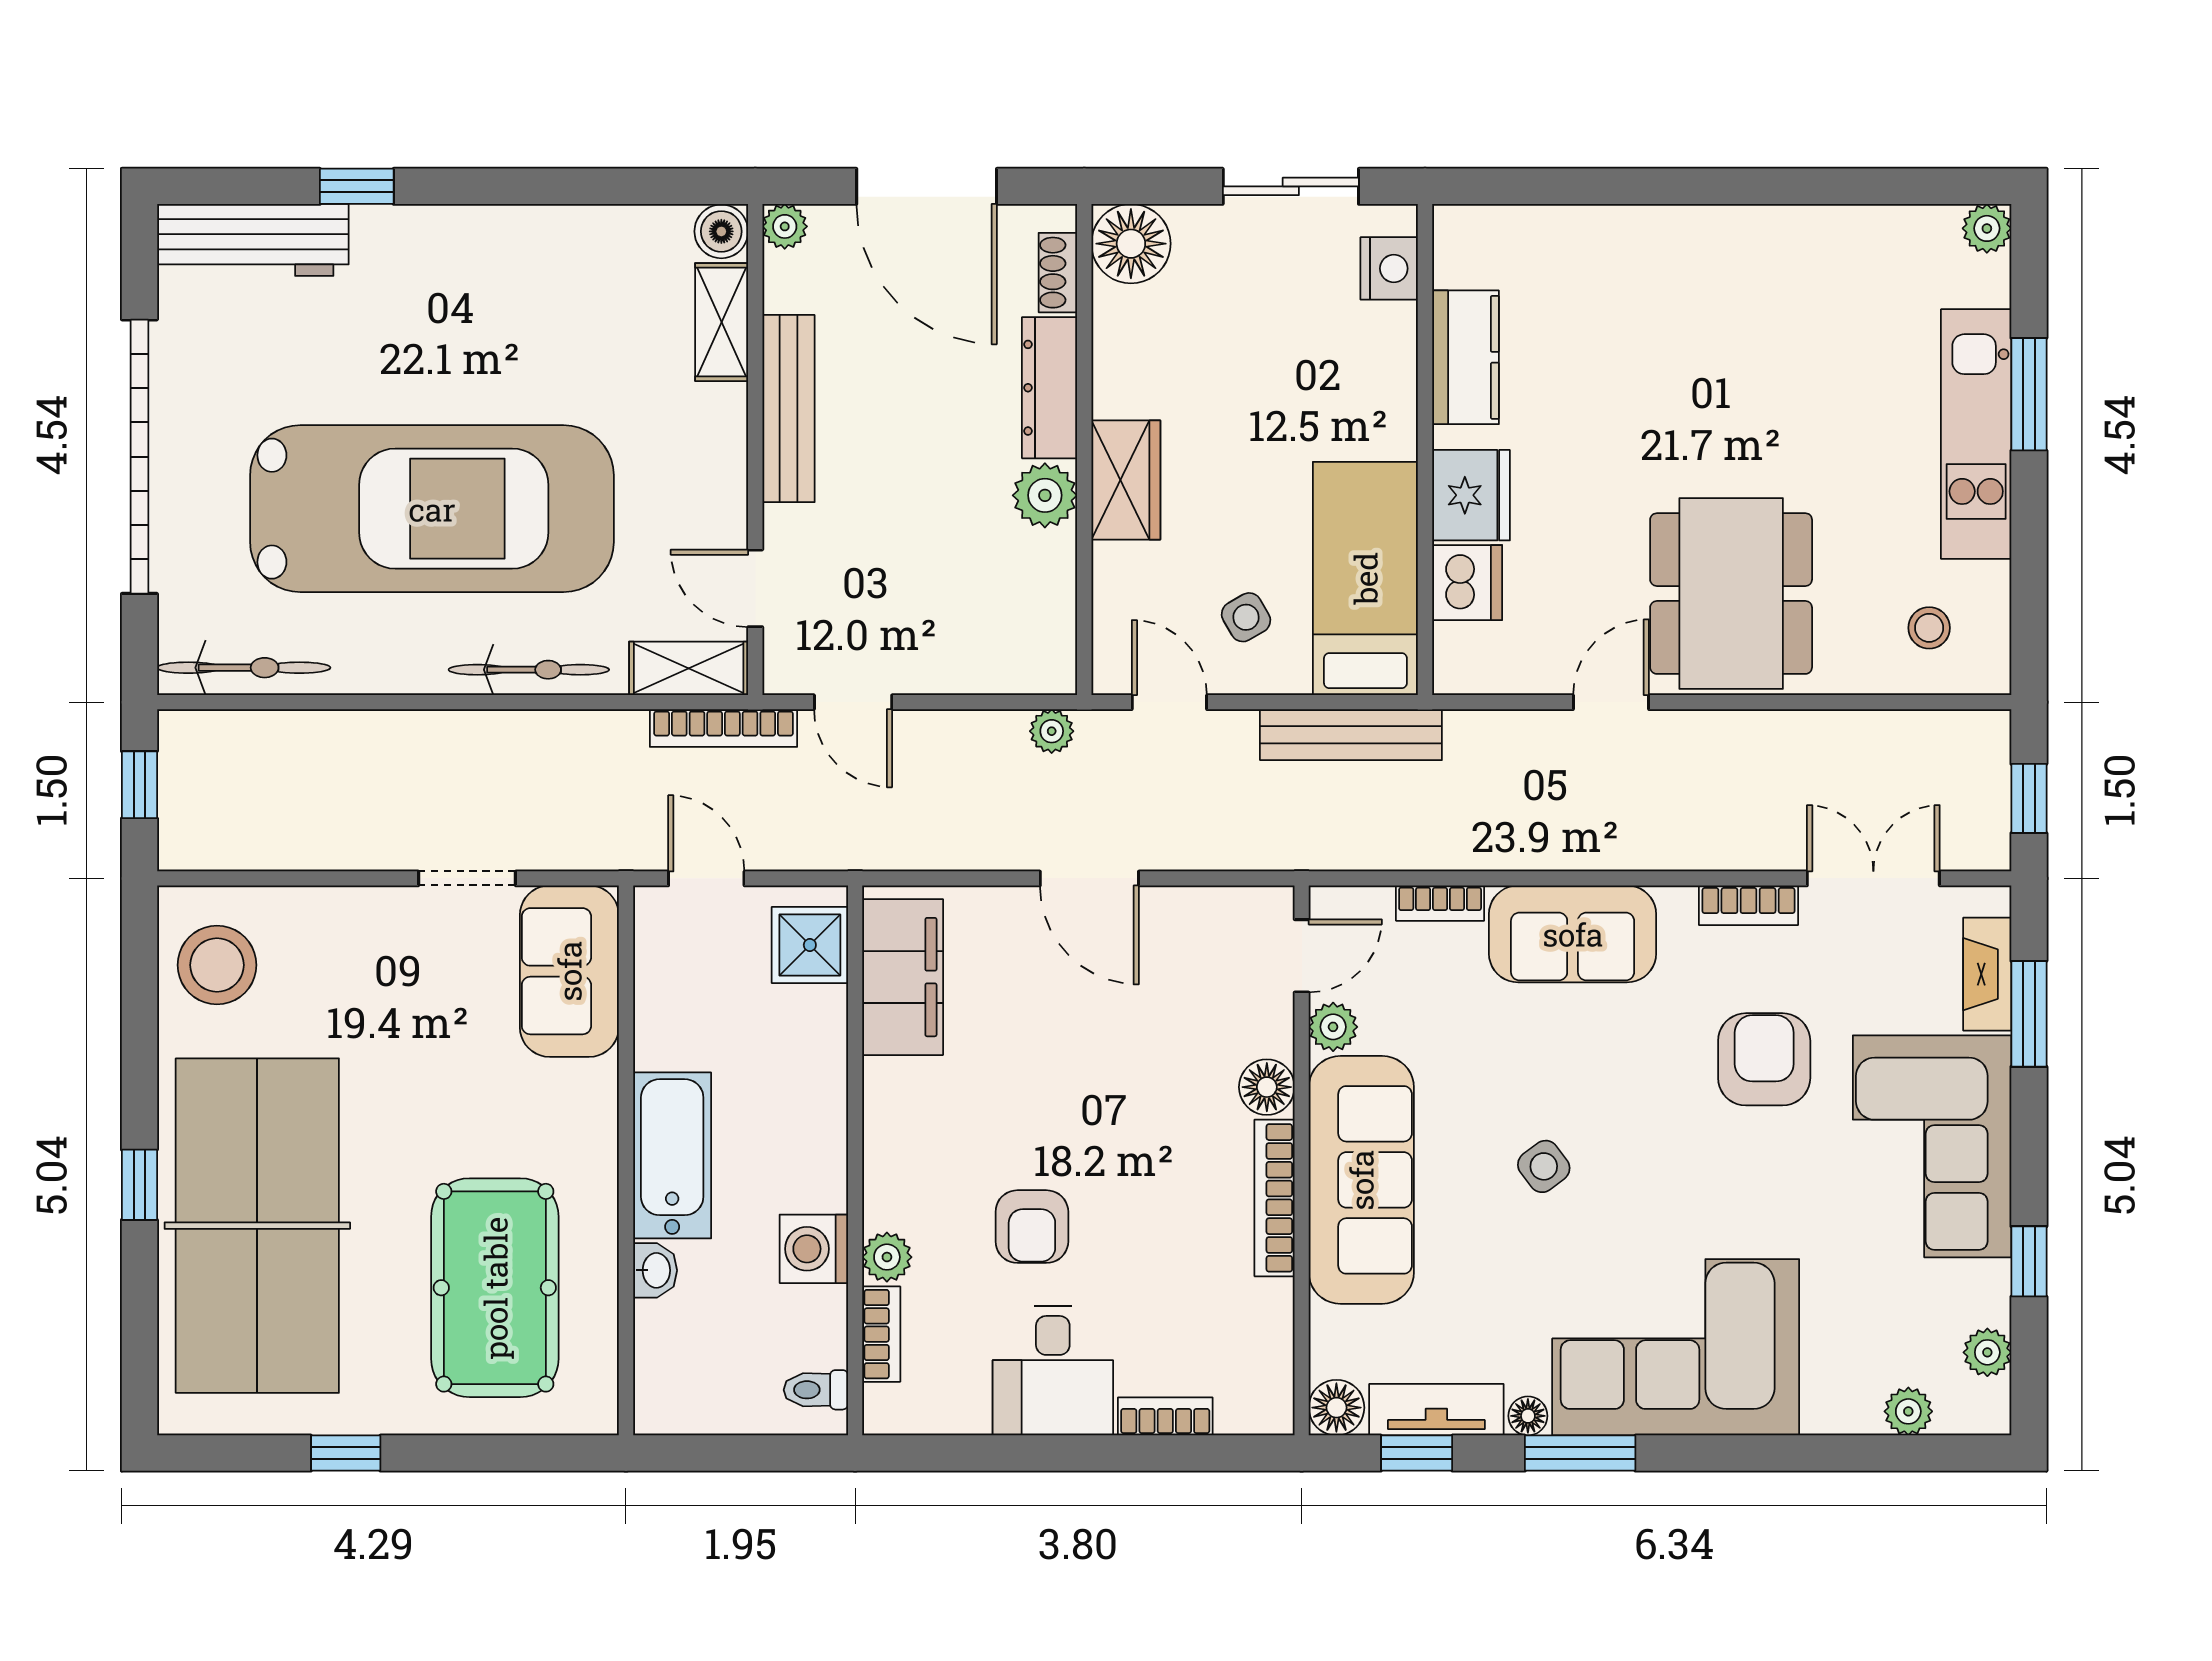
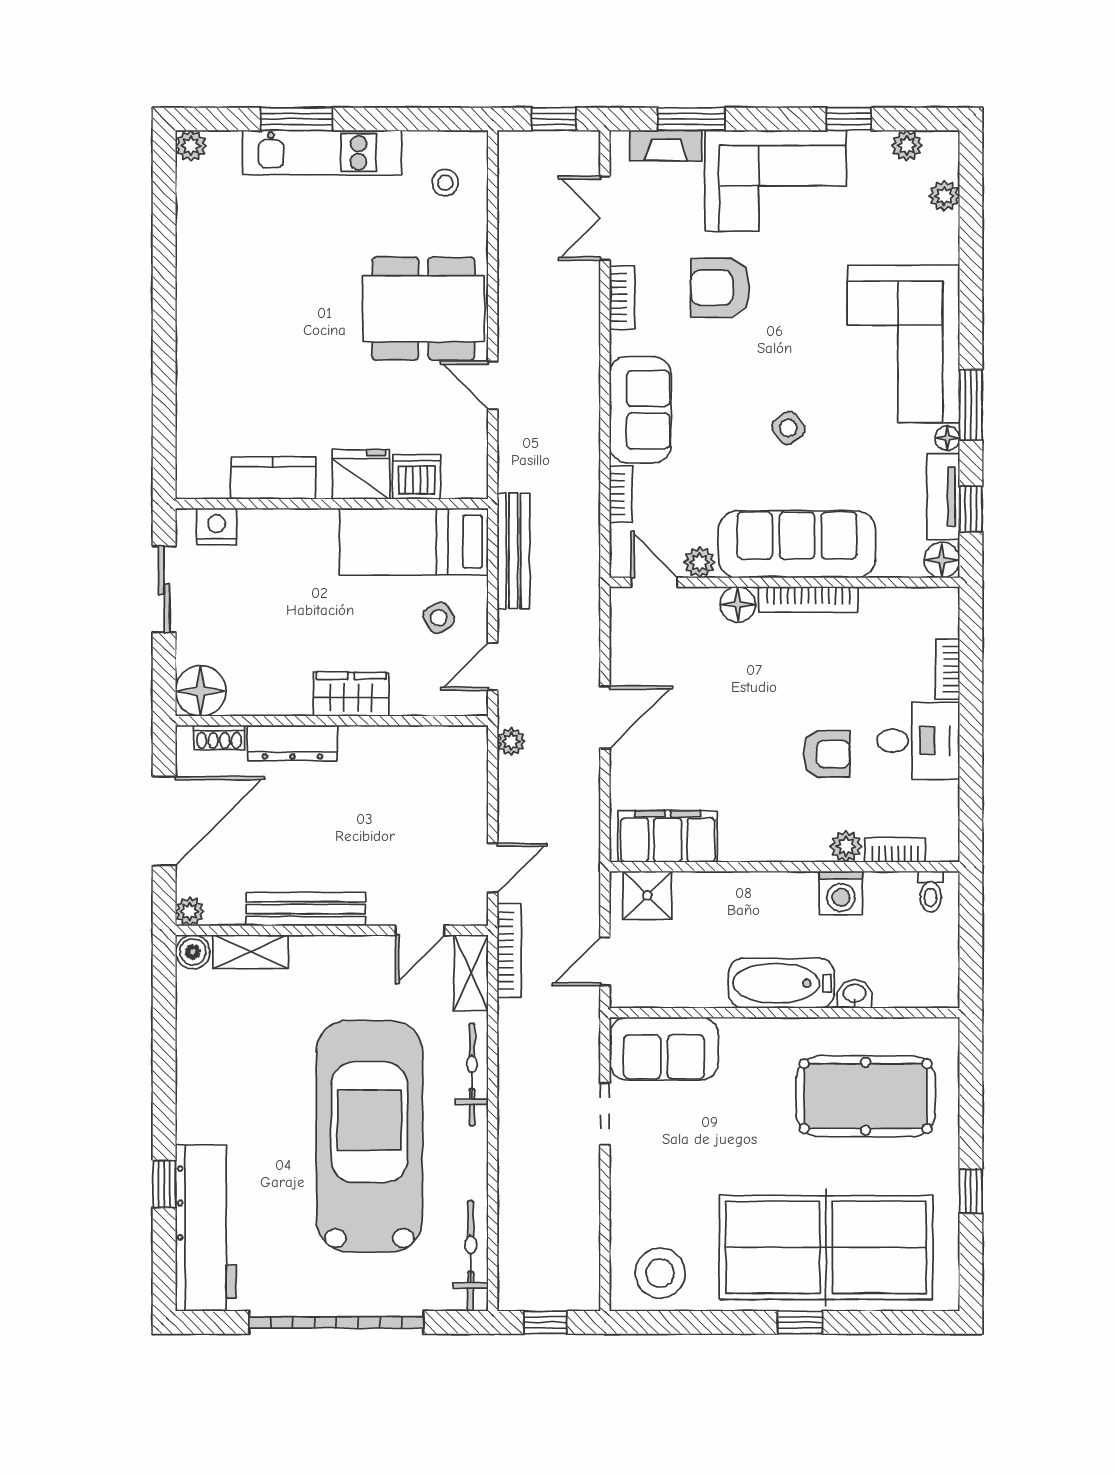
workbench: (253, 240) -> (206, 1228), width x1.36, depth x1.32
plant: (1045, 495) -> (361, 746), removed

